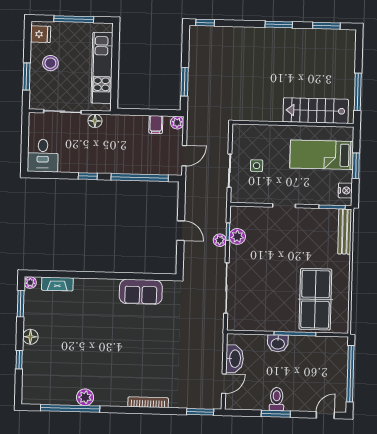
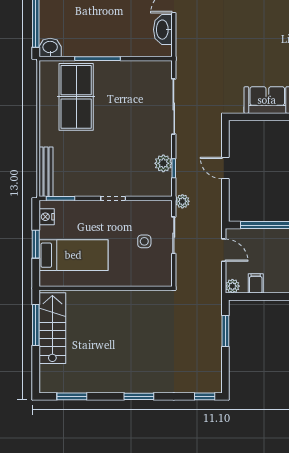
window: (279, 24) -> (139, 396), moved
stairs: (316, 111) -> (52, 328), moved, turned -90
door: (184, 156) -> (224, 250), swing flipped
plant: (220, 240) -> (182, 201), moved
washbasin: (278, 343) -> (50, 48), moved

